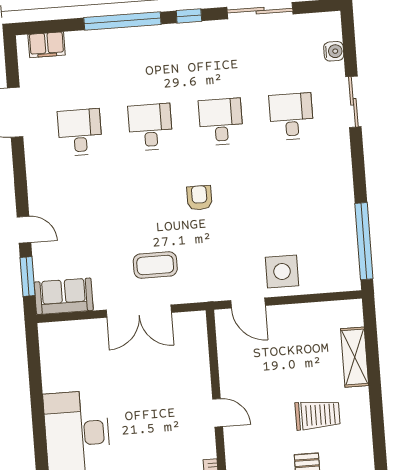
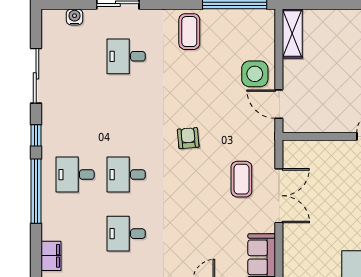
desk: (221, 122) -> (75, 175), moved
coffee table: (327, 190) -> (189, 32), added
armchair: (199, 198) -> (188, 138), turned 85
door: (248, 303) -> (279, 104), swing flipped
shelving: (355, 357) -> (292, 34), moved, turned 90

